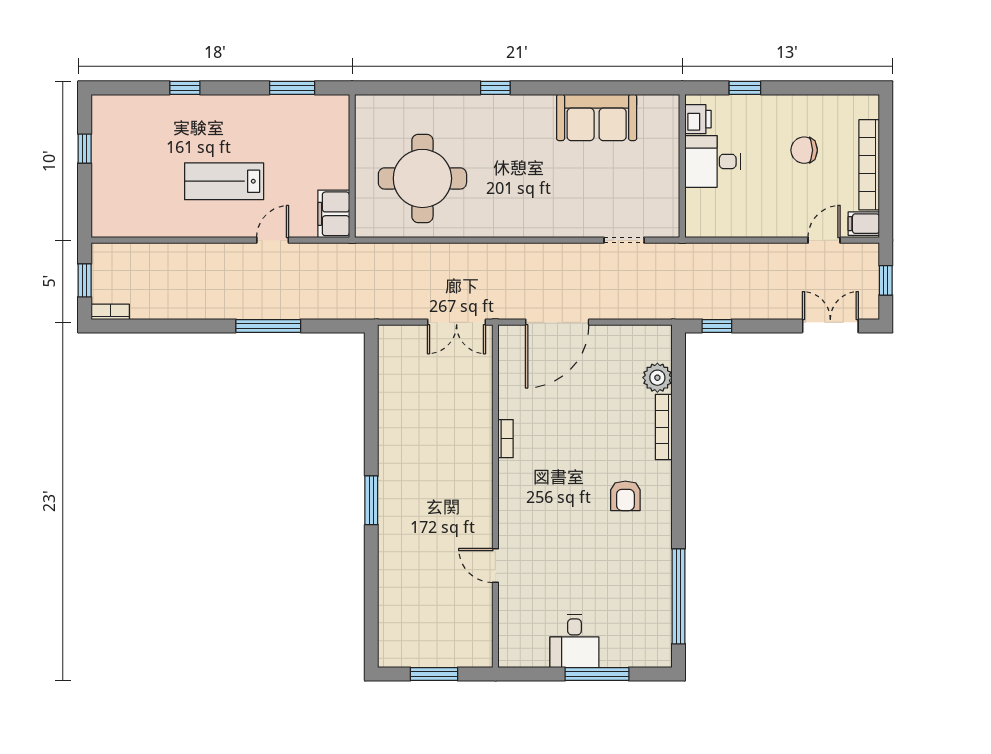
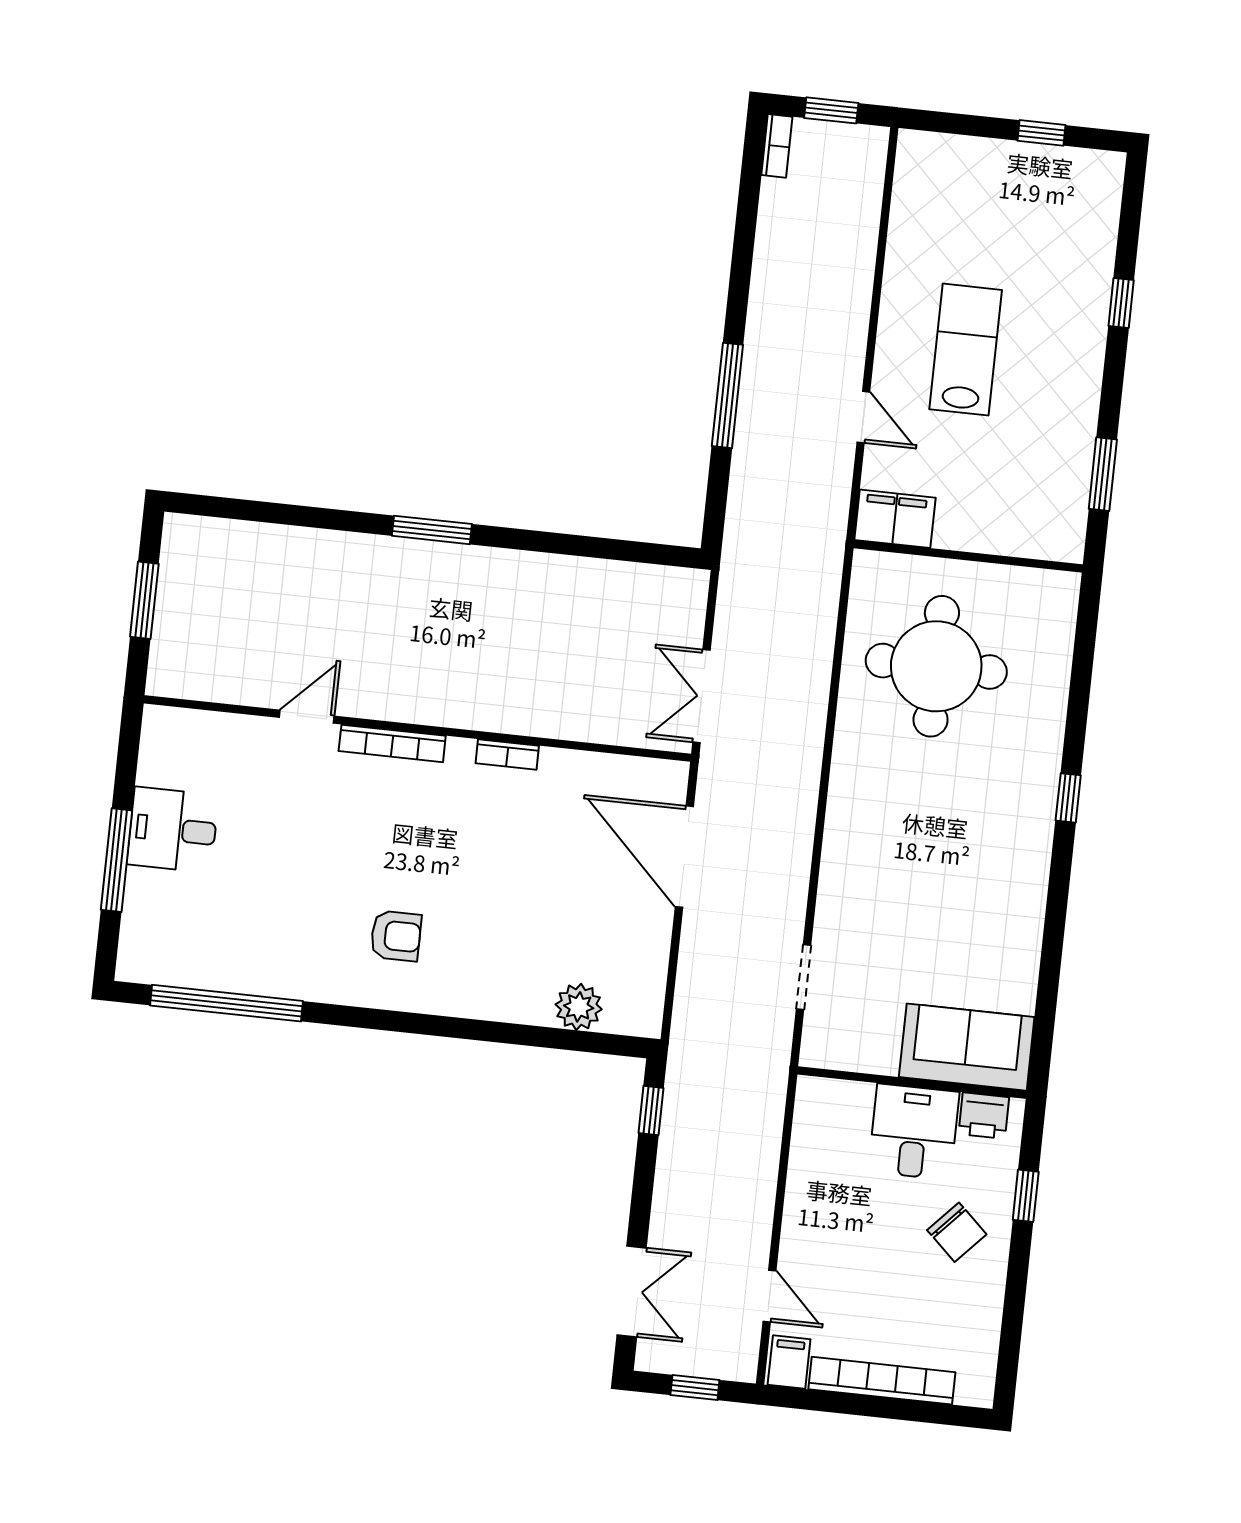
sofa: (597, 117) -> (967, 1047), moved, turned 90
chair: (804, 150) -> (957, 1232), moved, turned 133
bookcase: (664, 427) -> (392, 743), moved, turned 180
armchair: (625, 496) -> (396, 936), turned 180

